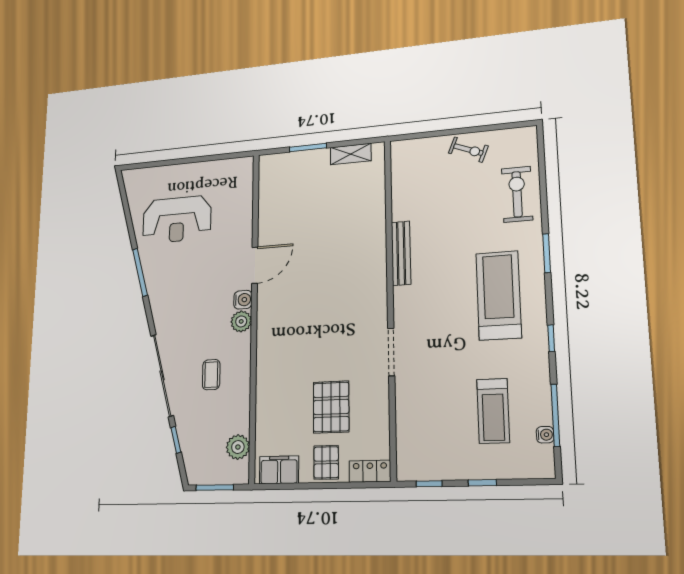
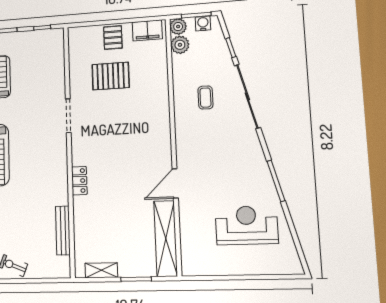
shelving: (270, 198) -> (166, 238), added
bench: (401, 253) -> (63, 230), moved
water cooler: (243, 300) -> (203, 23), moved, turned 90
plant: (241, 321) -> (178, 27), moved
pallet: (331, 407) -> (111, 76), turned 90
locker: (370, 471) -> (79, 181), moved, turned -90

